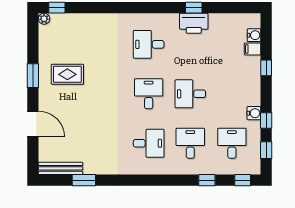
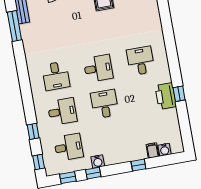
window: (84, 180) -> (14, 26), width x1.44

